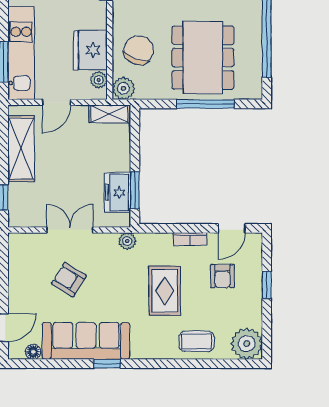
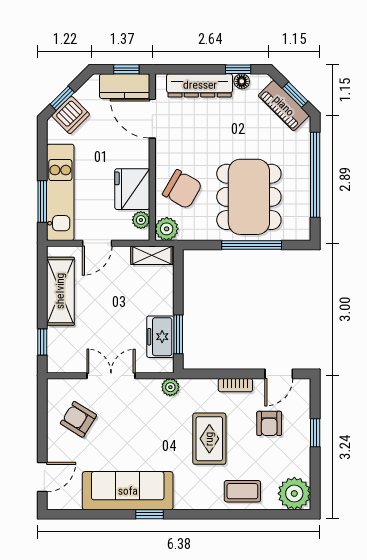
chair: (139, 50) -> (182, 189), turned 98
armchair: (69, 280) -> (78, 419), moved
floor lamp: (33, 352) -> (73, 502), removed

